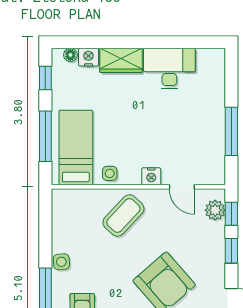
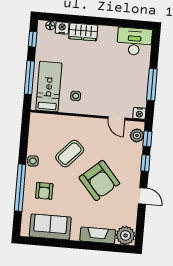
desk: (169, 69) -> (134, 41), moved
side table: (110, 173) -> (76, 96), moved
nightstand: (151, 176) -> (139, 113), moved
coffee table: (123, 215) -> (70, 154), moved

